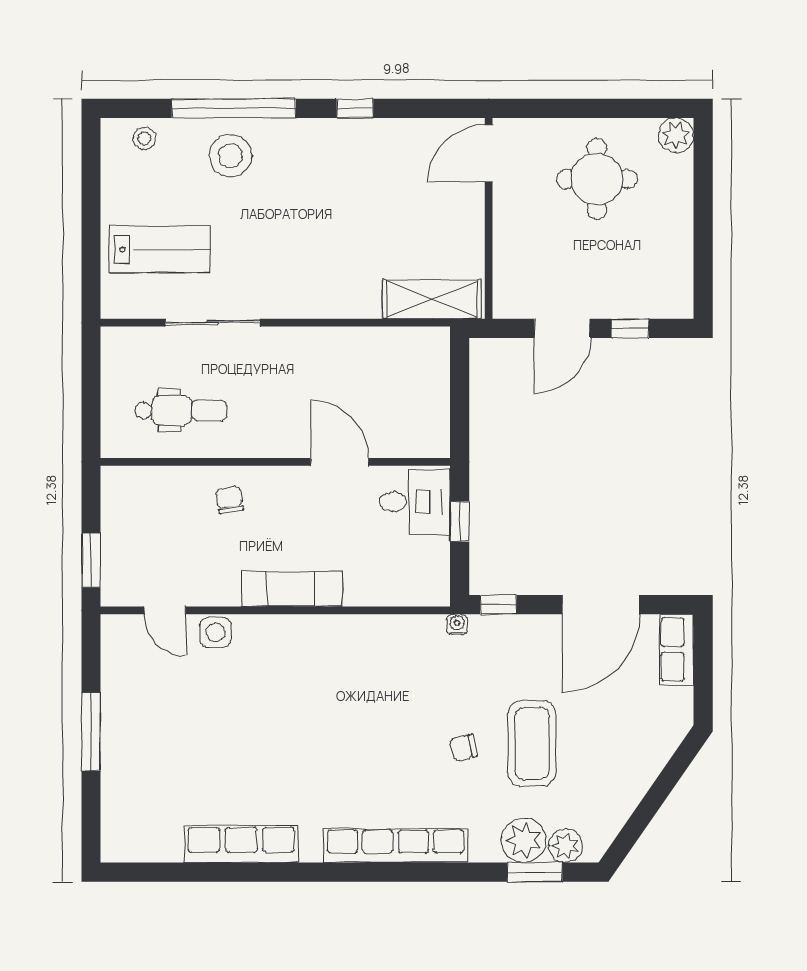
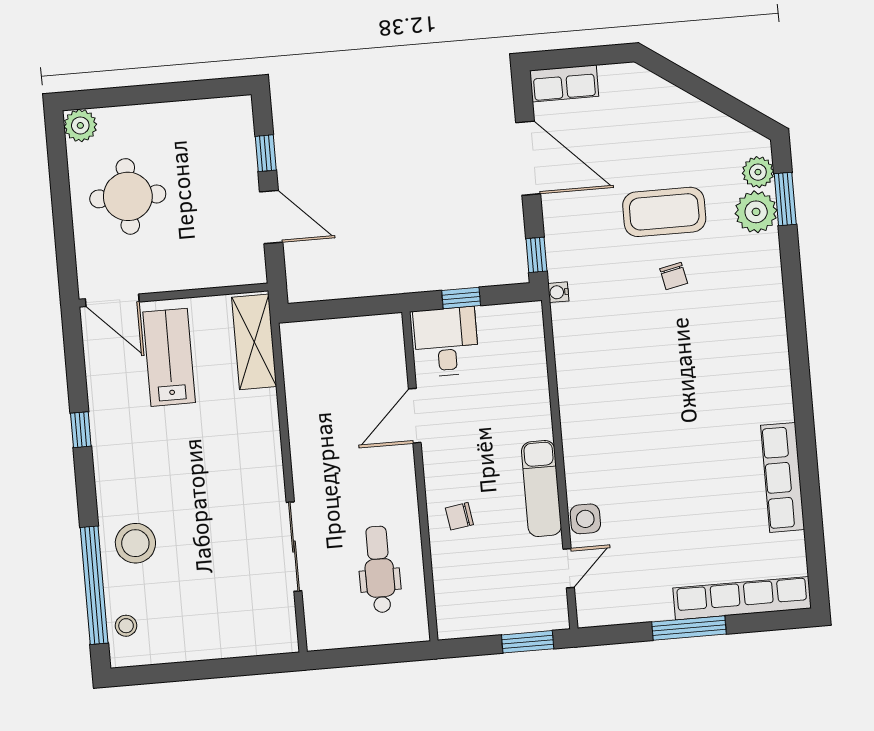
window: (234, 108) -> (94, 585), moved
lab bench: (160, 249) -> (169, 357), moved
exam couch: (292, 589) -> (541, 488), moved
row of seats: (396, 846) -> (742, 598), moved, turned 90

